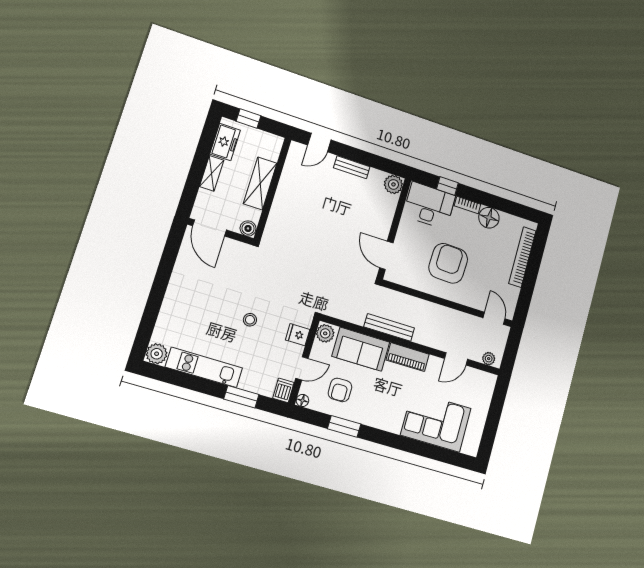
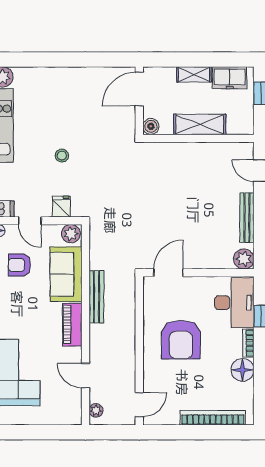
bench: (352, 167) -> (247, 218), width x1.36
armchair: (448, 263) -> (181, 340), turned 88

